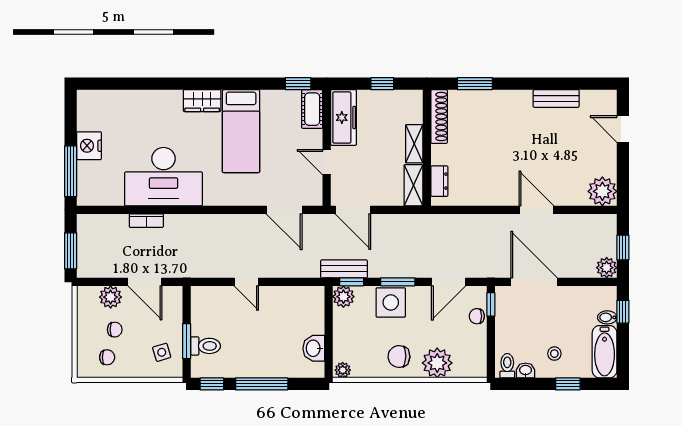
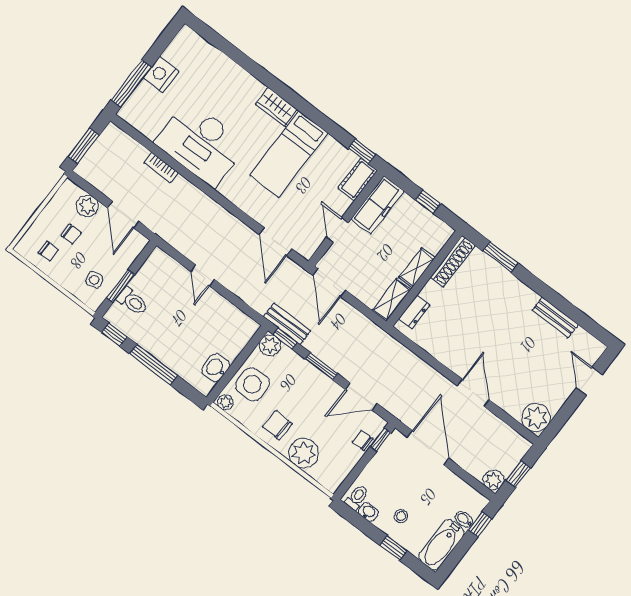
side table: (391, 302) -> (252, 384), moved

